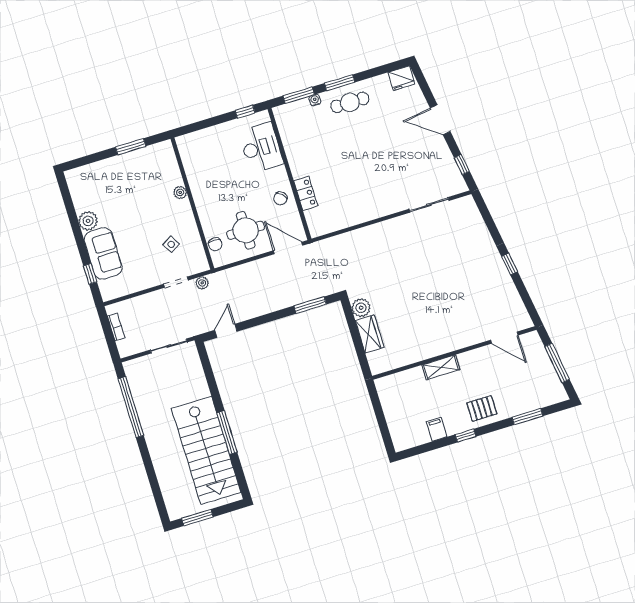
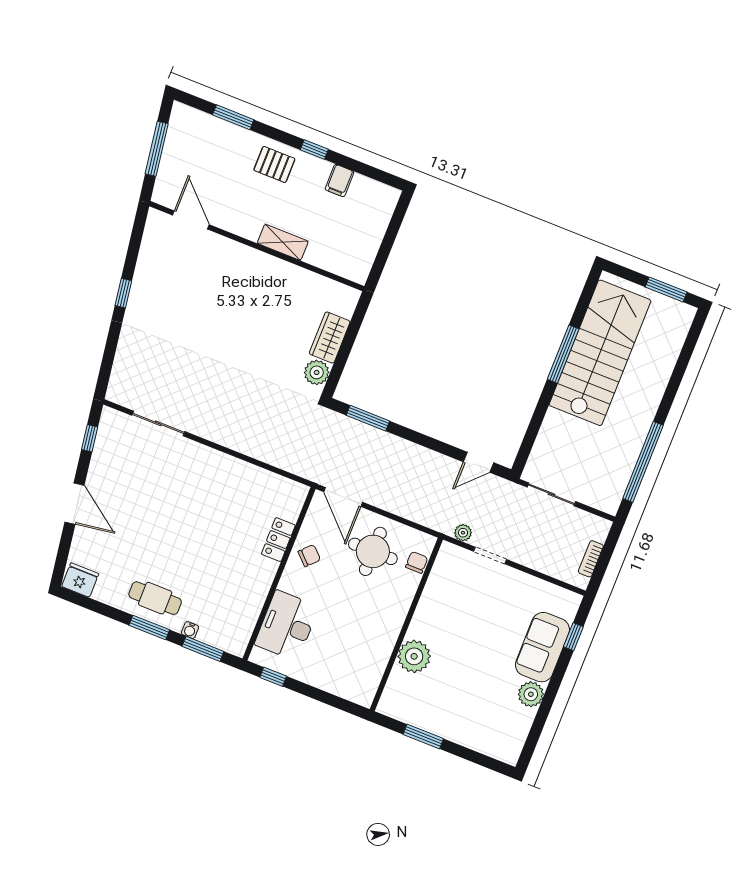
plant: (180, 192) -> (414, 656), width x1.87, depth x1.87
side table: (171, 244) -> (463, 599), removed

